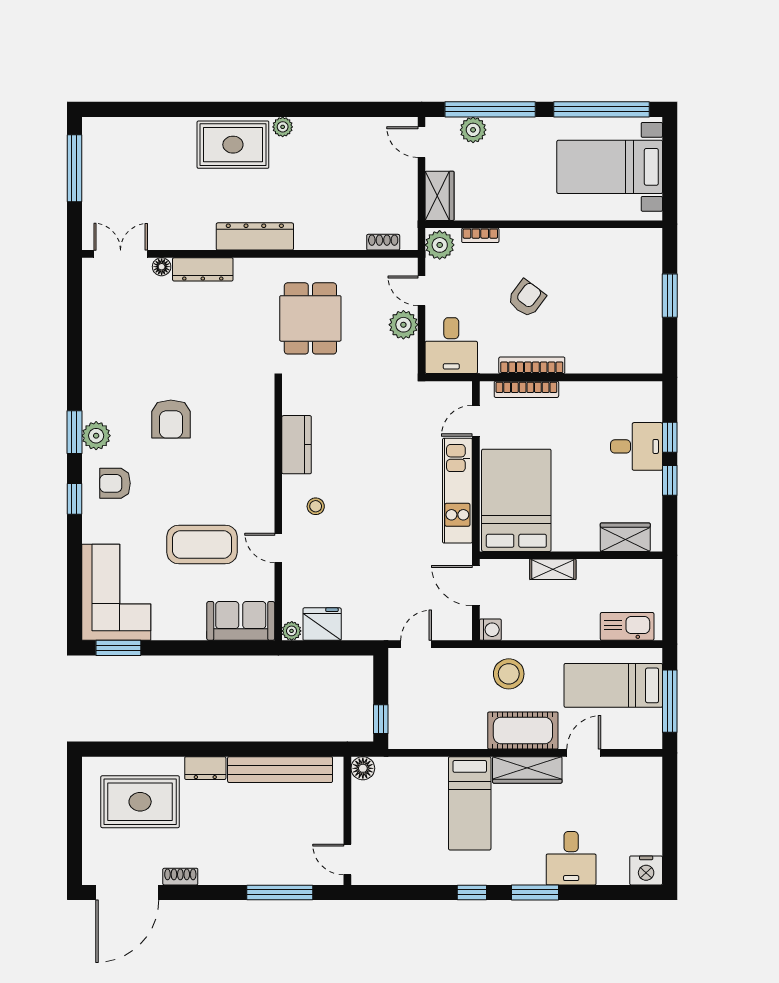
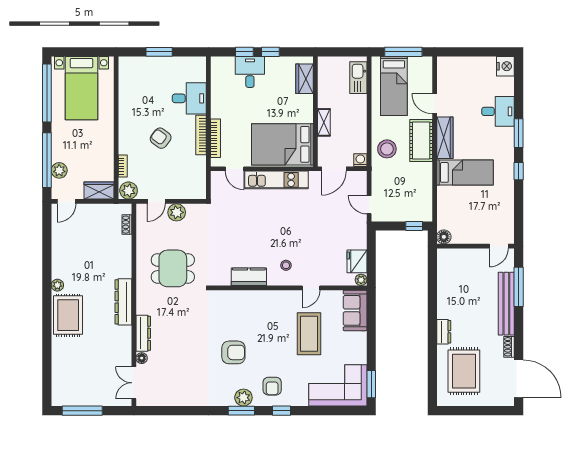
desk: (451, 346) -> (189, 98), moved
bench: (280, 770) -> (506, 304), moved

